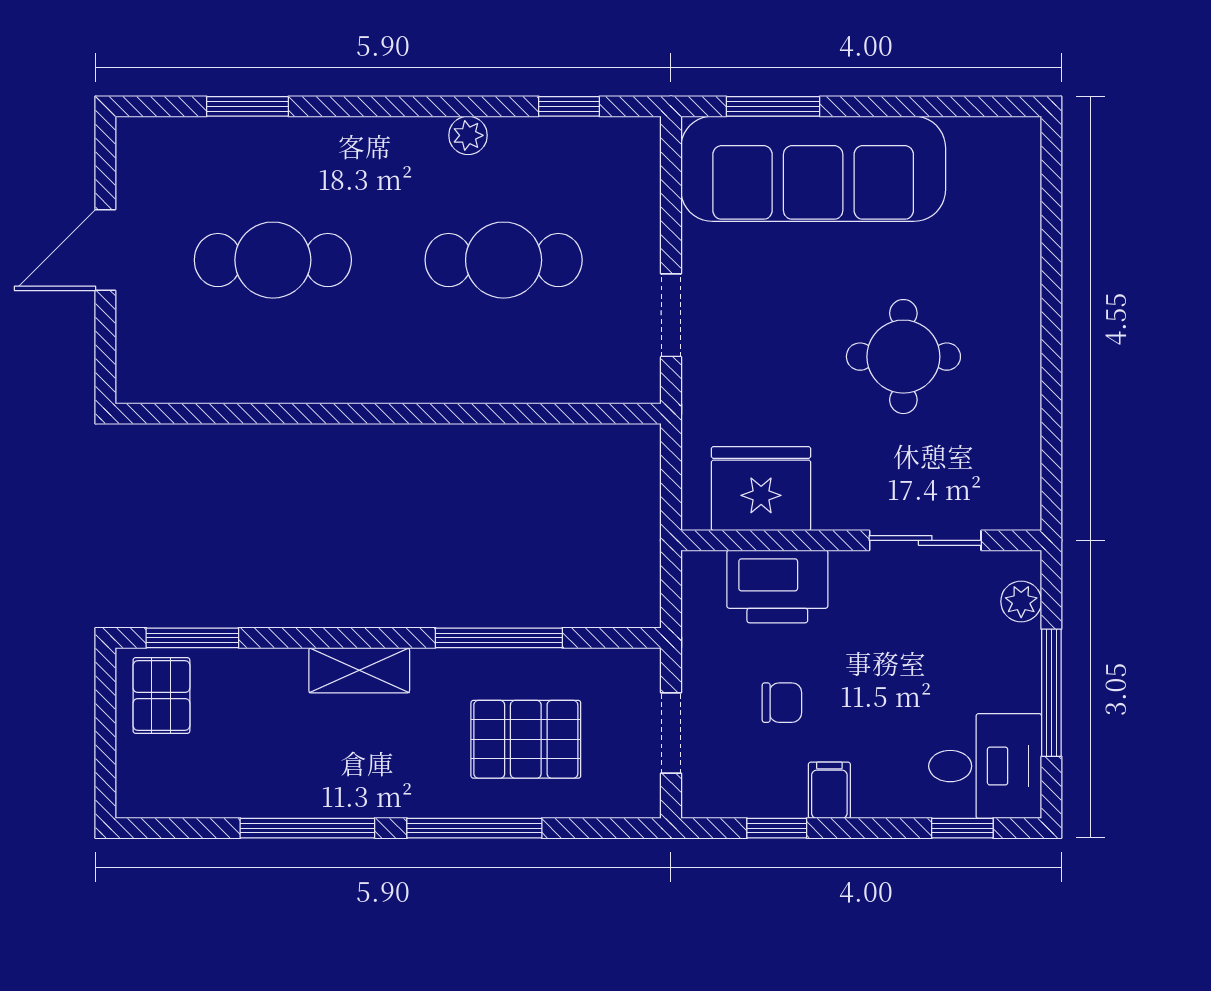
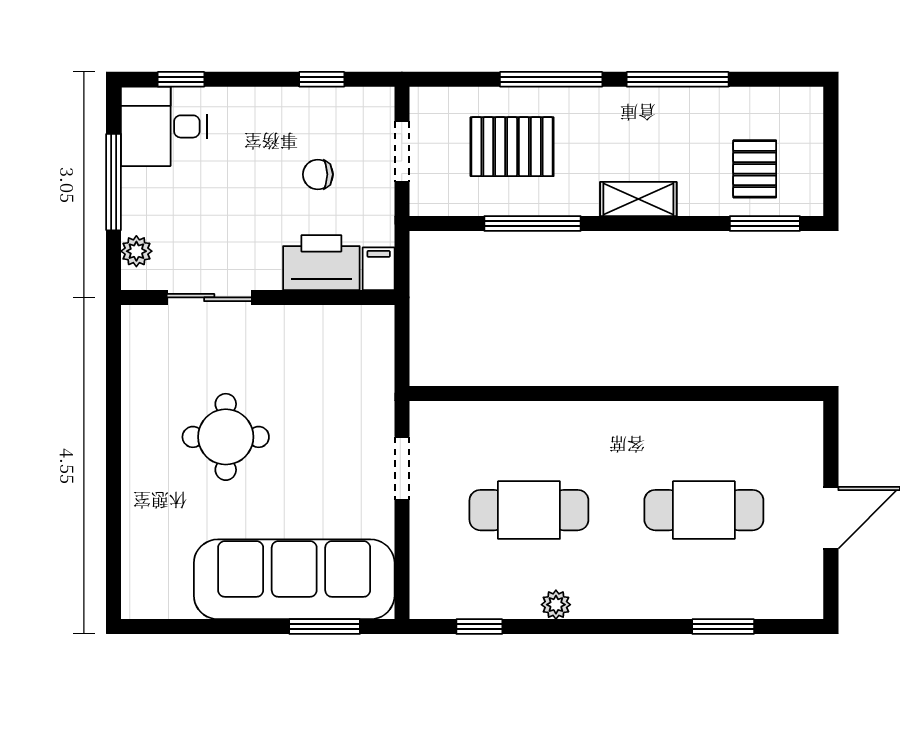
fridge: (761, 489) -> (334, 337), removed
pallet: (161, 696) -> (755, 169), moved
filing cabinet: (829, 790) -> (379, 269), moved, turned 180

